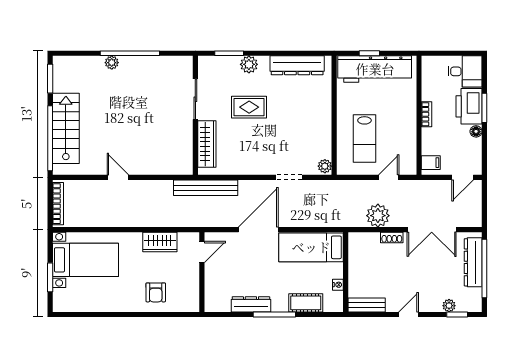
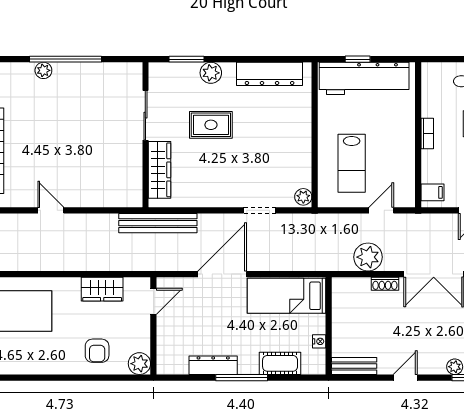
plant: (190, 303) -> (139, 364), added

